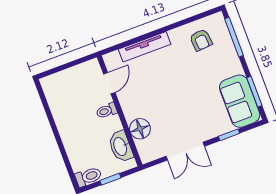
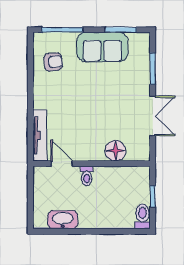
tv unit: (145, 47) -> (40, 135), moved
sofa: (240, 101) -> (102, 47), moved
window: (229, 135) -> (153, 69), width x1.50
washbasin: (121, 146) -> (63, 220), moved, turned 180

